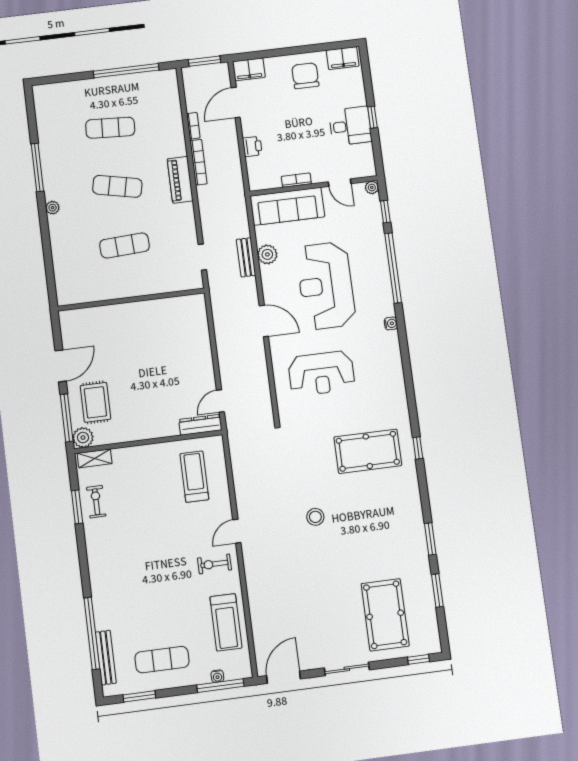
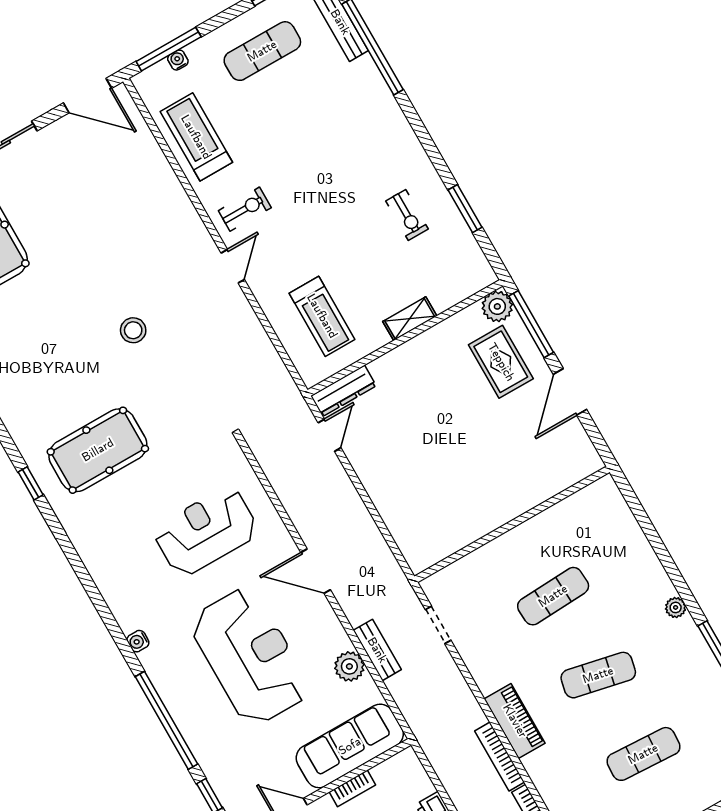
shelving: (95, 458) -> (410, 319), moved
exercise bike: (96, 502) -> (407, 215), moved
door: (283, 677) -> (88, 96), hinge flipped

